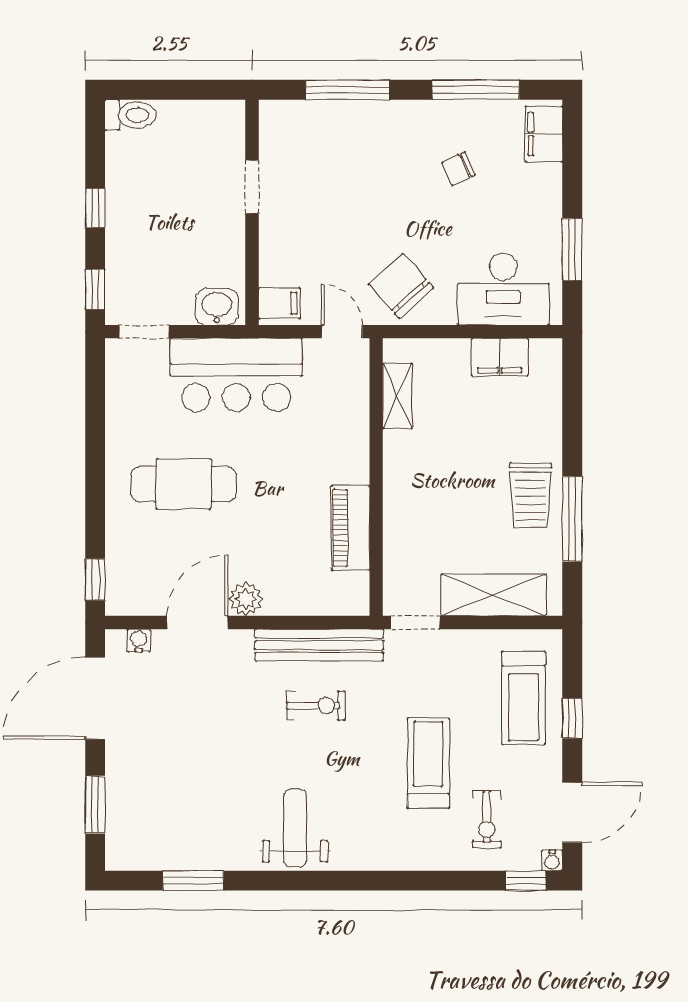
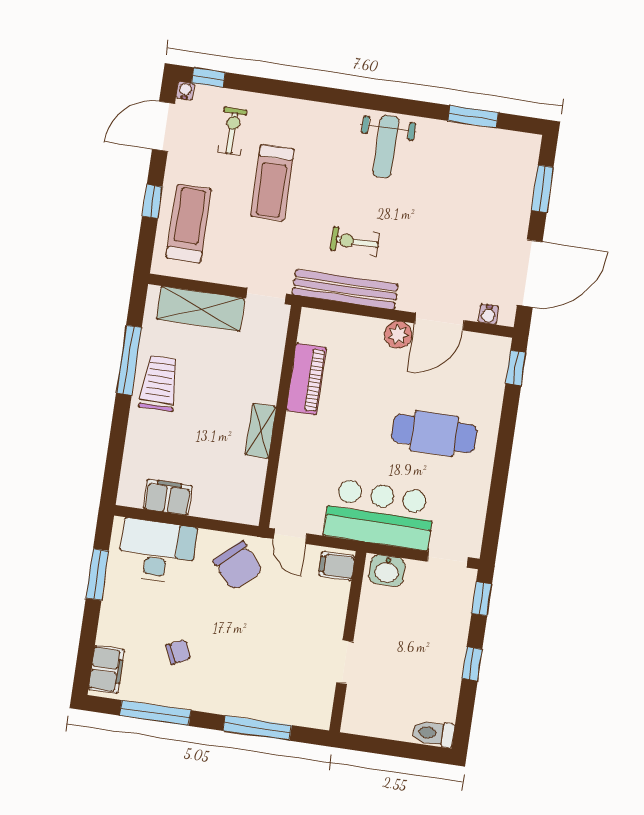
shelving: (397, 396) -> (261, 431), moved

